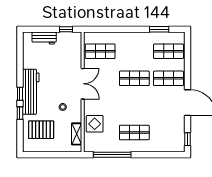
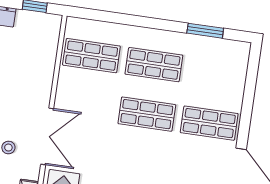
shop shelf: (169, 51) -> (154, 65), moved
double door: (83, 84) -> (47, 136), moved

